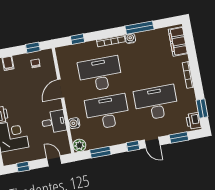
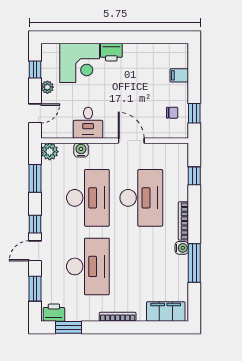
plant: (34, 156) -> (47, 87), added

